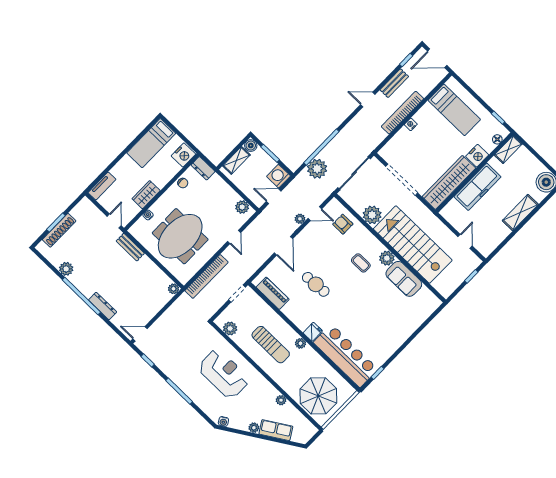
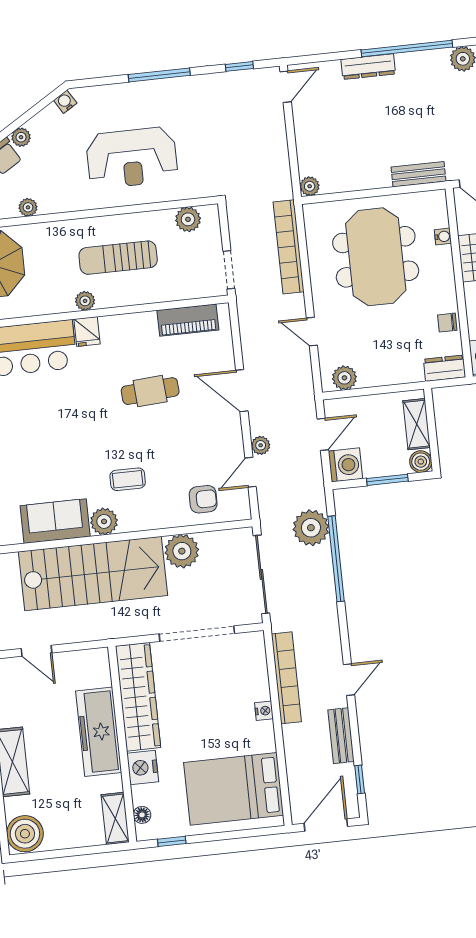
bed: (454, 110) -> (234, 789), width x1.50
bookcase: (402, 113) -> (286, 678), moved

